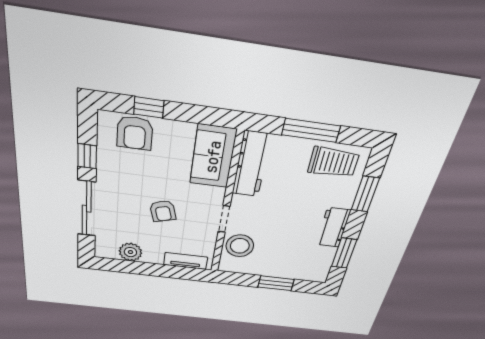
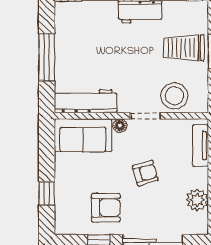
armchair: (135, 133) -> (106, 208), moved
trolley: (333, 162) -> (184, 48), moved, turned -90
floor lamp: (218, 194) -> (120, 126), added

